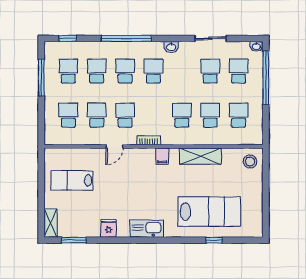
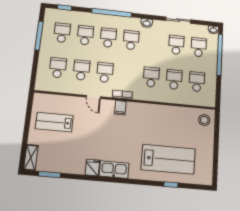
door: (114, 146) -> (93, 97), hinge flipped
filing cabinet: (162, 156) -> (120, 108), moved
shelving: (200, 156) -> (164, 112), removed
fridge: (109, 228) -> (92, 168), moved

